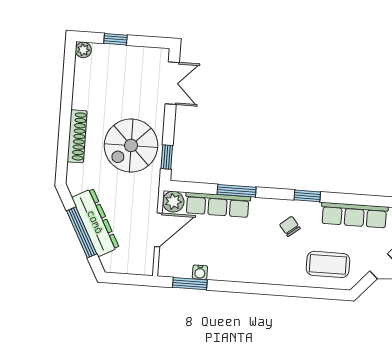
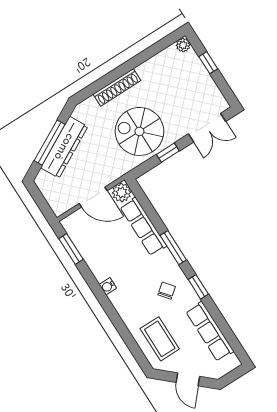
window: (167, 157) -> (168, 153), moved
window: (237, 191) -> (173, 248), moved
water cooler: (200, 272) -> (108, 286), moved

